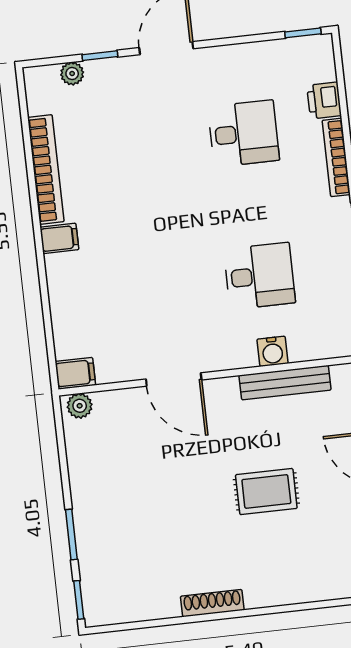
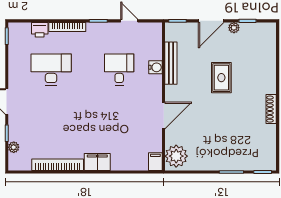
desk: (243, 133) -> (51, 69), width x1.37
filing cabinet: (59, 238) -> (97, 162), width x2.00
plant: (80, 406) -> (176, 156), width x1.88, depth x1.88

